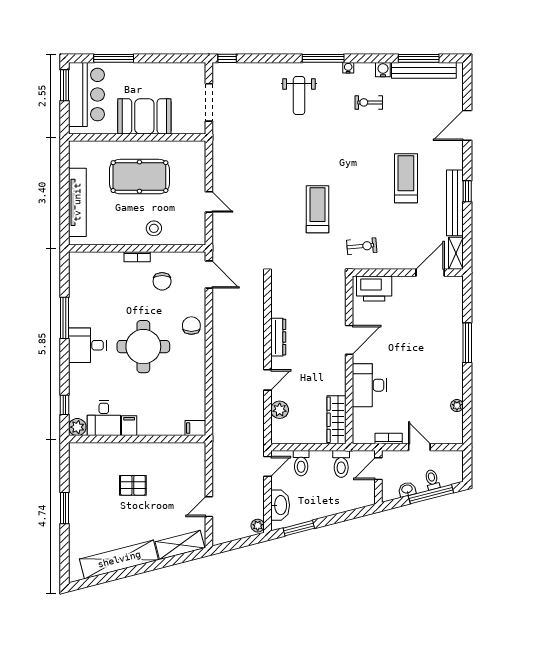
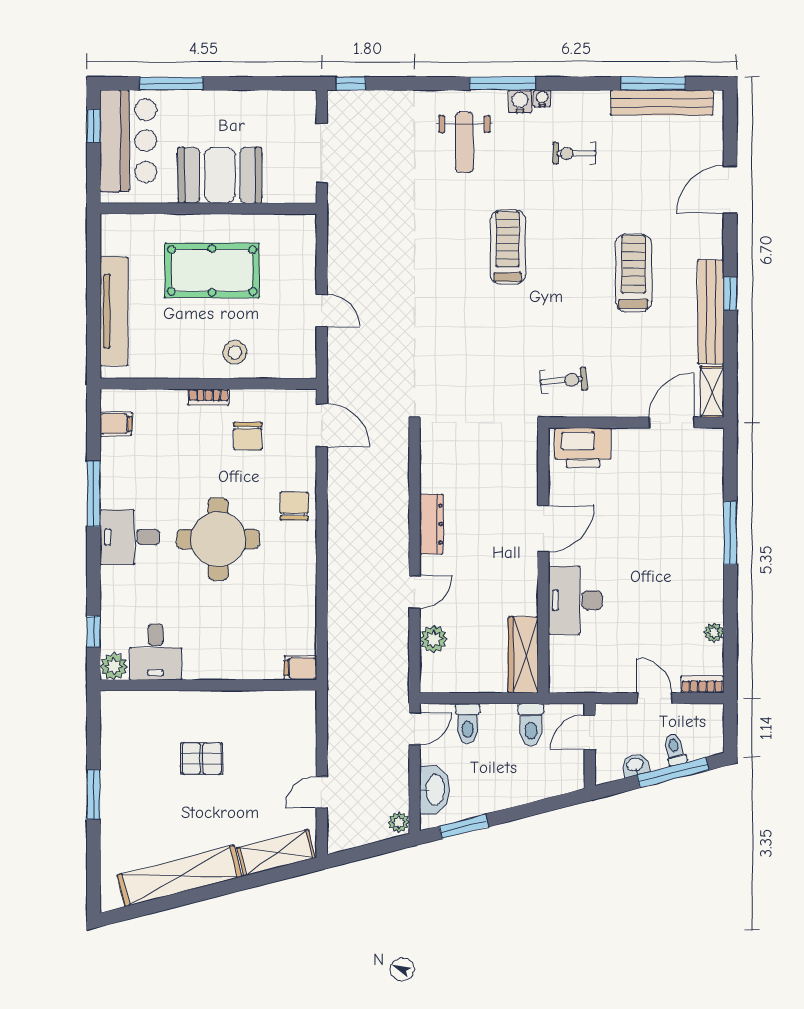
water cooler: (383, 70) -> (520, 101), moved
window: (65, 85) -> (94, 126), width x0.67
treadmill: (318, 209) -> (508, 247), moved
filing cabinet: (129, 426) -> (116, 424), moved, turned 90
bookcase: (389, 438) -> (702, 685), moved

